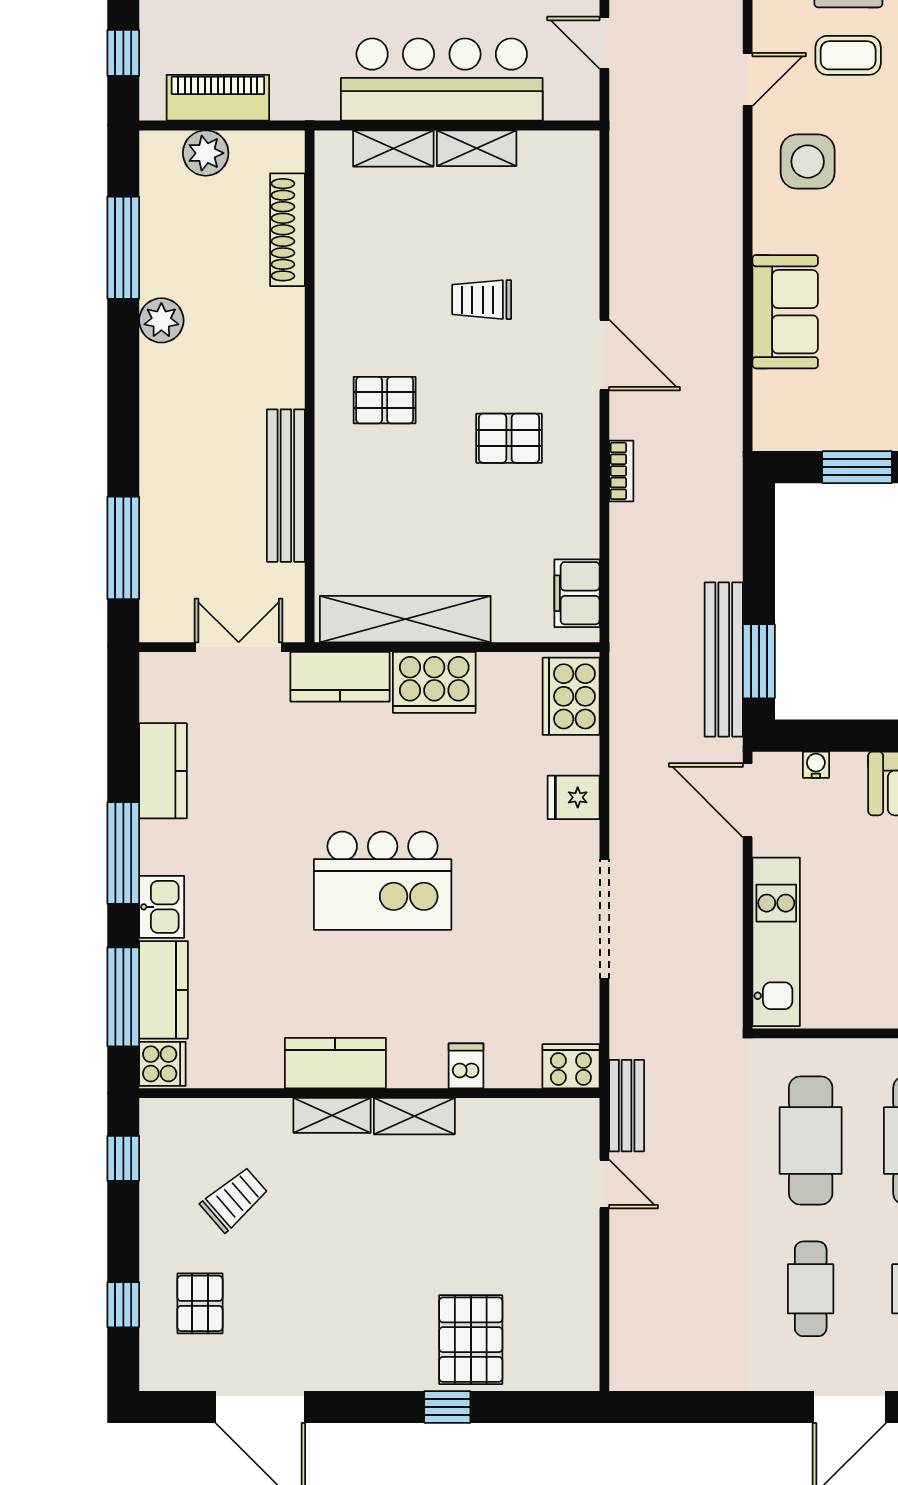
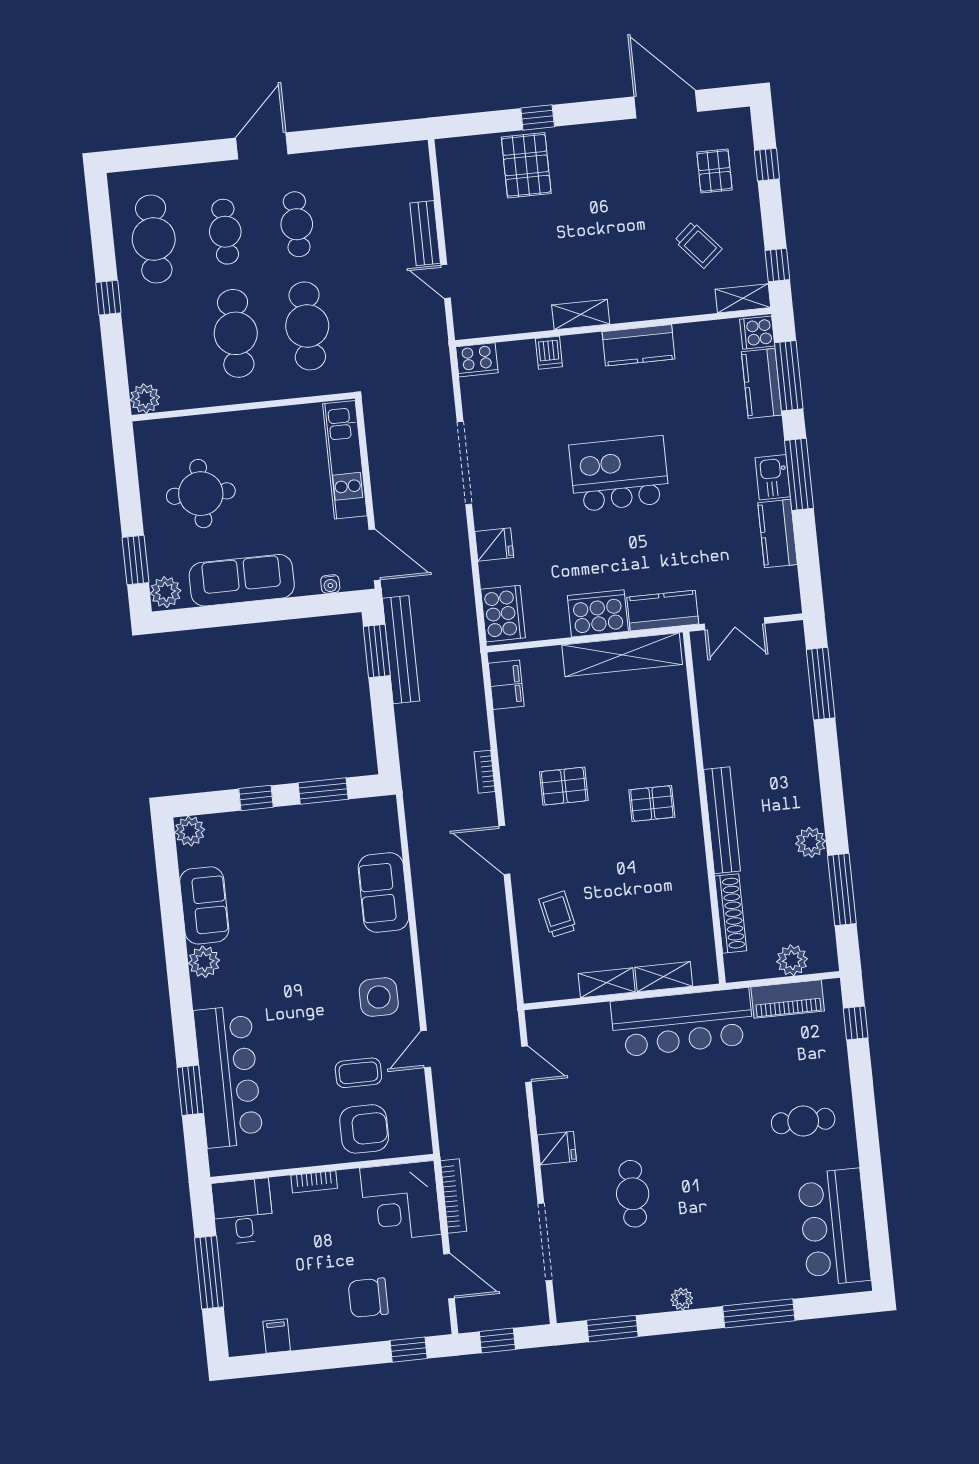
bar counter: (442, 80) -> (682, 1022), moved
trolley: (482, 300) -> (558, 914), moved, turned -102
bench: (286, 486) -> (722, 820), moved
kitchen sink: (162, 907) -> (773, 477), moved
bench: (627, 1106) -> (425, 233), moved
shelving: (332, 1115) -> (743, 298), moved
trolley: (234, 1199) -> (698, 245), turned -90

